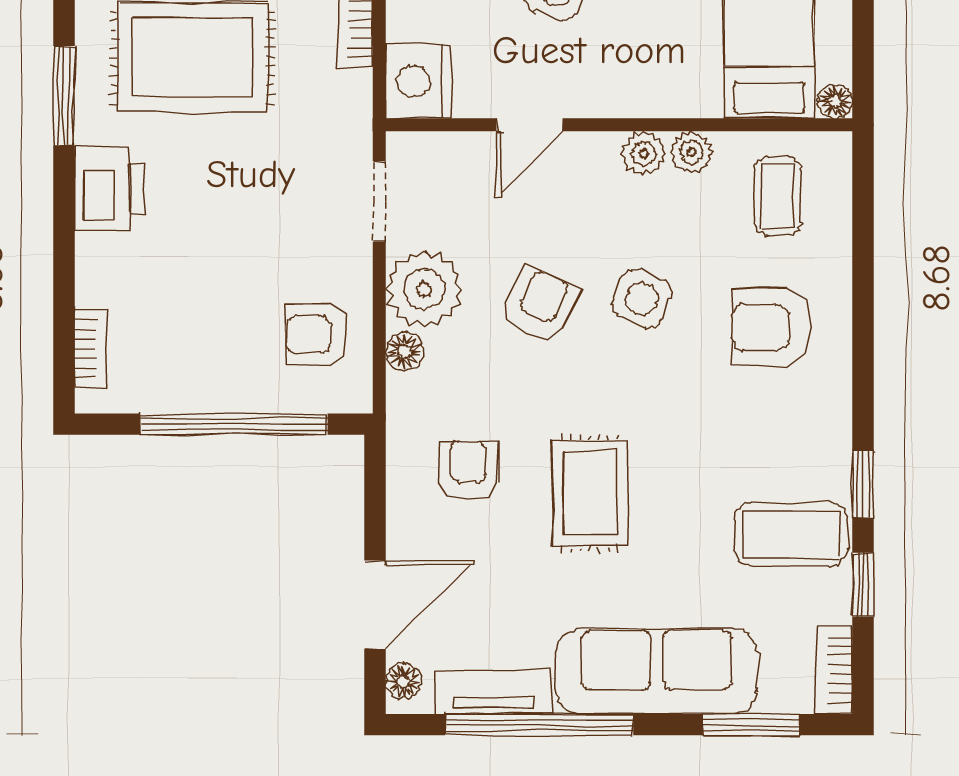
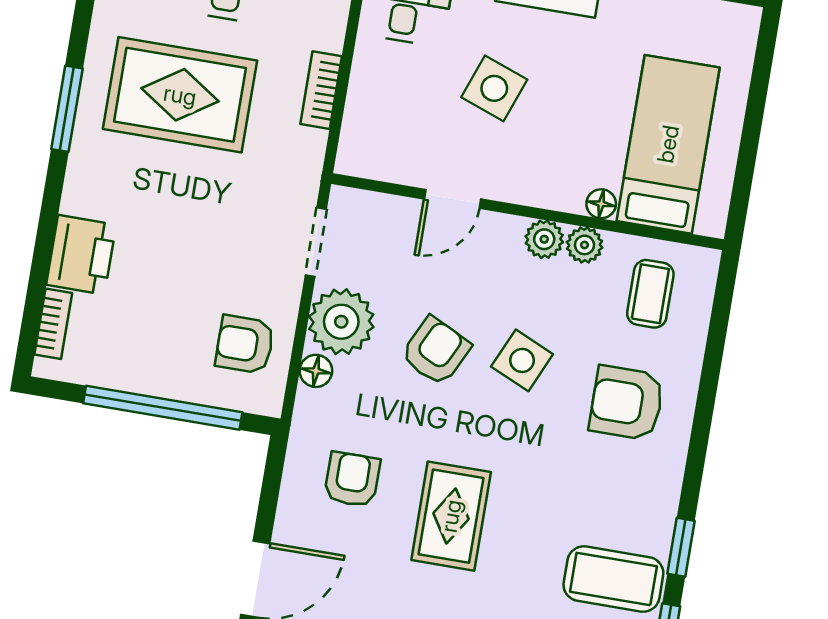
nightstand: (419, 81) -> (366, 147), removed
floor lamp: (835, 101) -> (601, 204), moved
printer: (109, 188) -> (81, 255), moved

